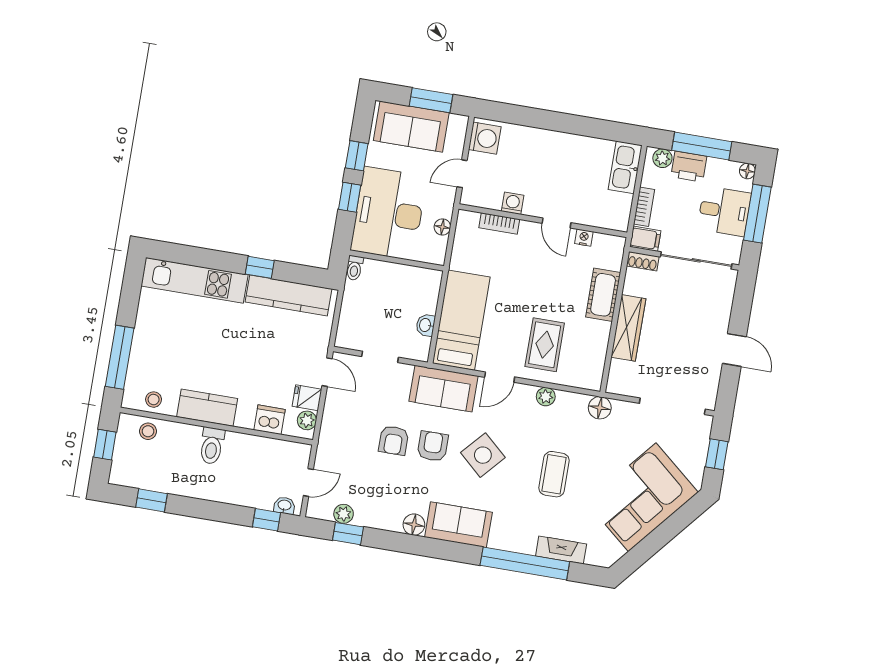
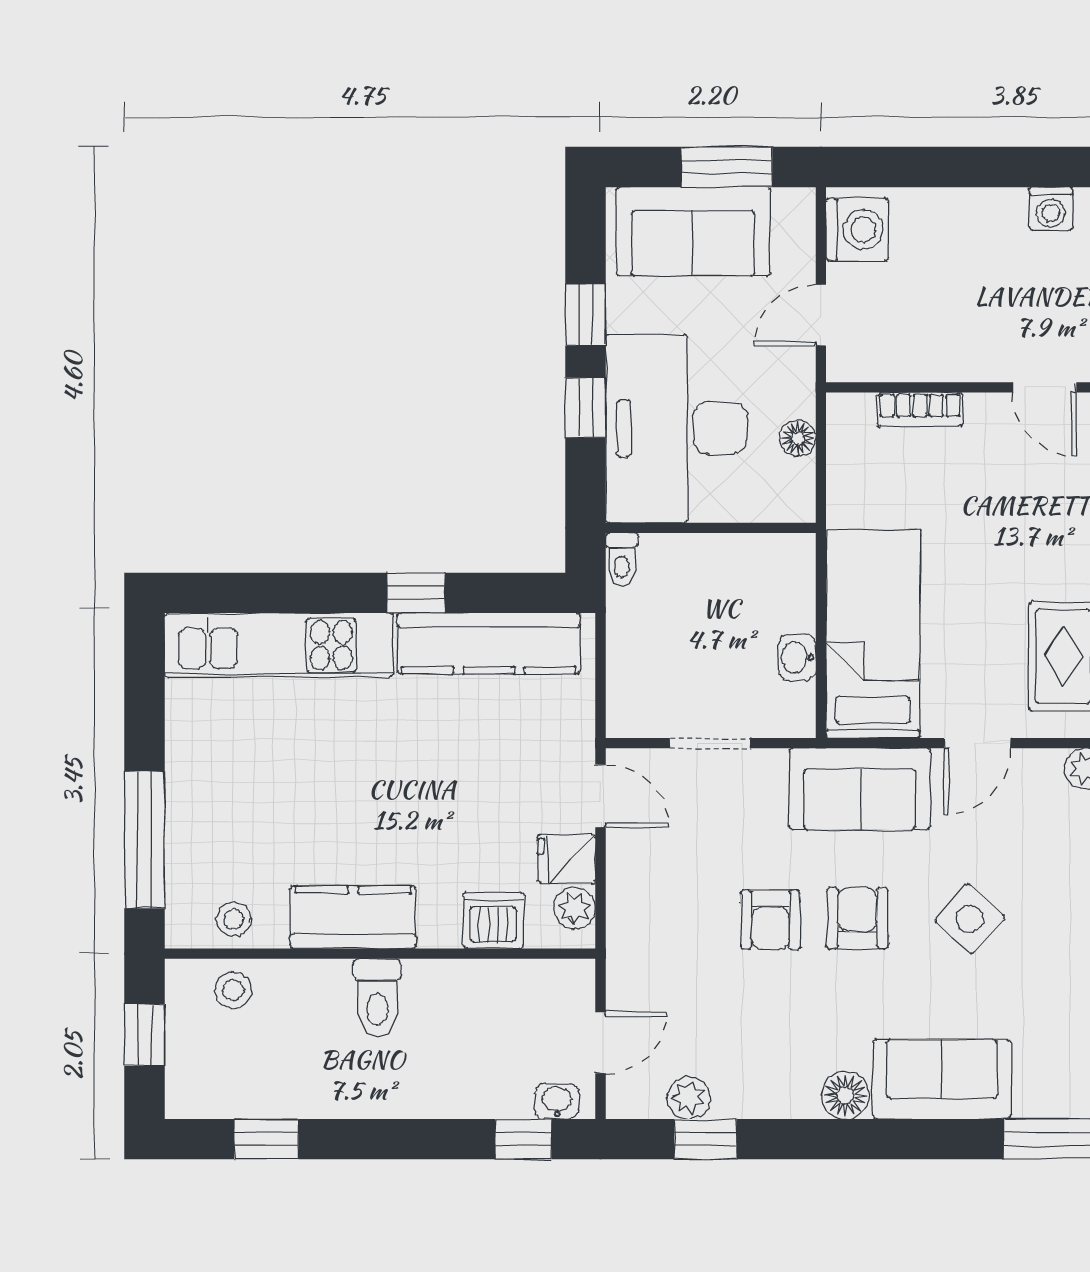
washing machine: (513, 203) -> (1051, 209), moved, turned 180
side table: (483, 455) -> (970, 919), width x0.73, depth x0.73

